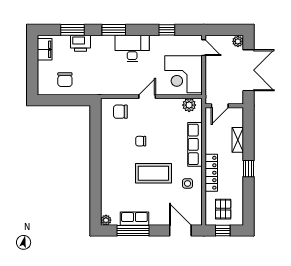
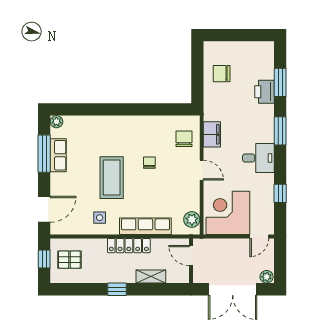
desk: (132, 48) -> (258, 158), width x0.73
filing cabinet: (45, 49) -> (212, 134), moved, turned -90
locker: (211, 173) -> (129, 246), moved

